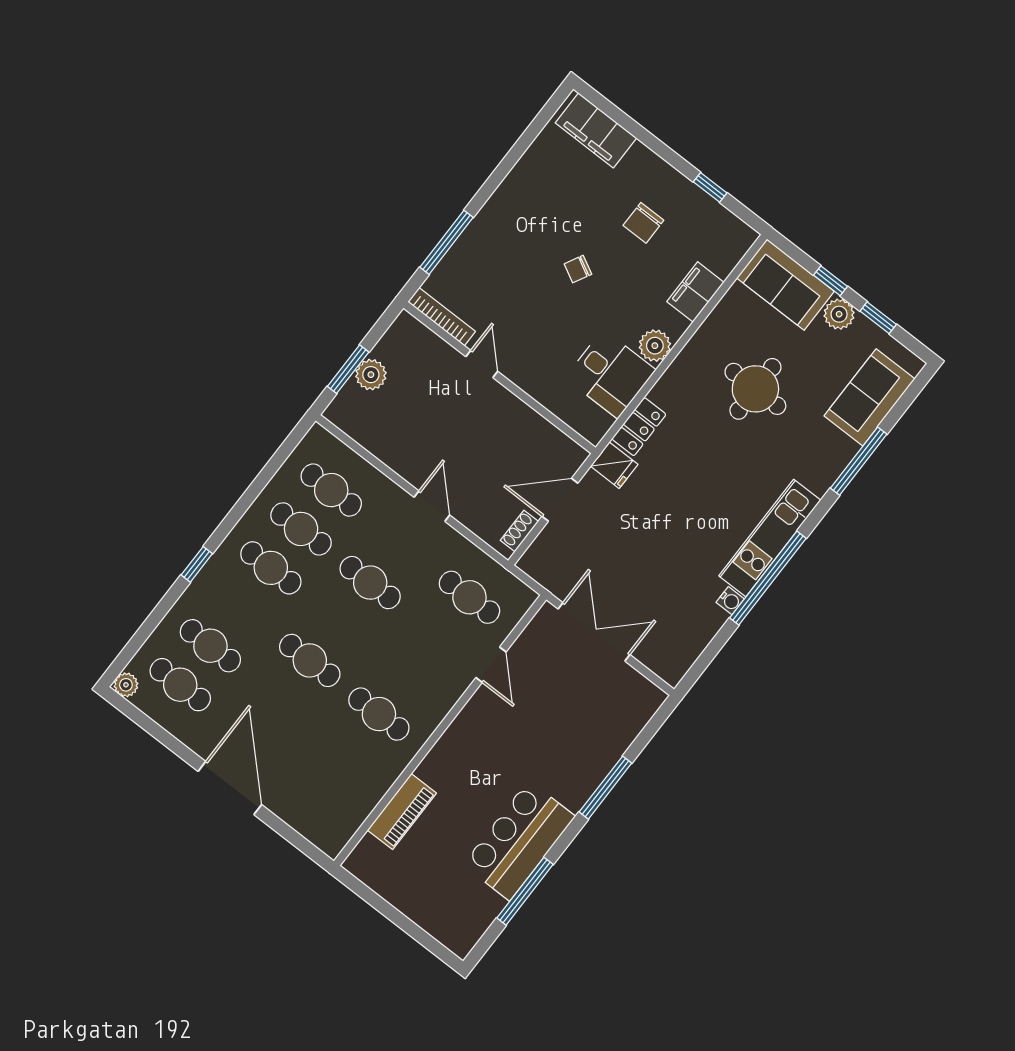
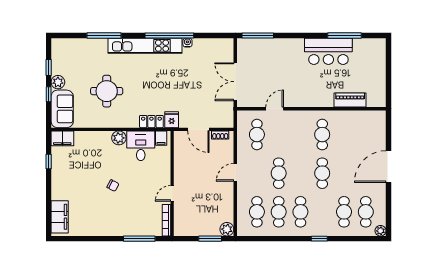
chair: (643, 223) -> (79, 175), removed
filing cabinet: (695, 292) -> (62, 138), moved
plant: (371, 375) -> (227, 229), moved
sofa: (870, 397) -> (79, 49), removed
filing cabinet: (596, 421) -> (161, 138), added
kitchen unit: (770, 538) -> (145, 46), width x1.36
window: (605, 788) -> (258, 35), moved

